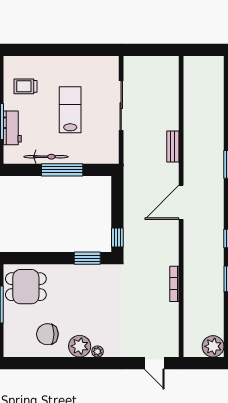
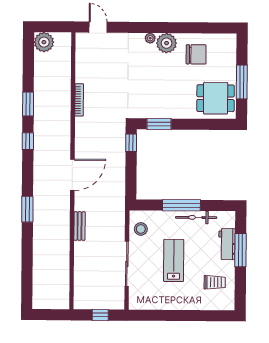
window: (150, 50) -> (100, 315), added
lab bench: (70, 110) -> (174, 260), turned 180
stool: (106, 144) -> (141, 229), added

